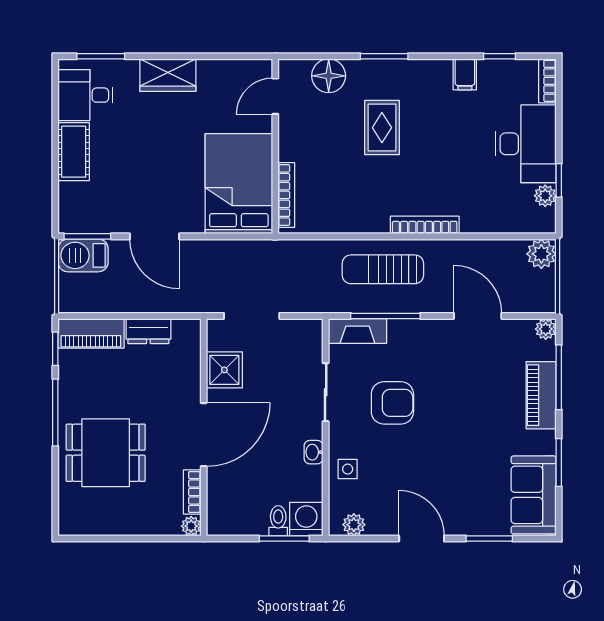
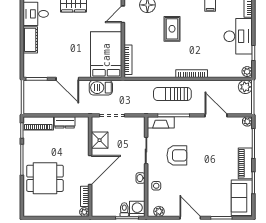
plant: (545, 196) -> (247, 72), moved
barbecue: (83, 255) -> (101, 88), moved
piano: (541, 395) -> (245, 163), moved

